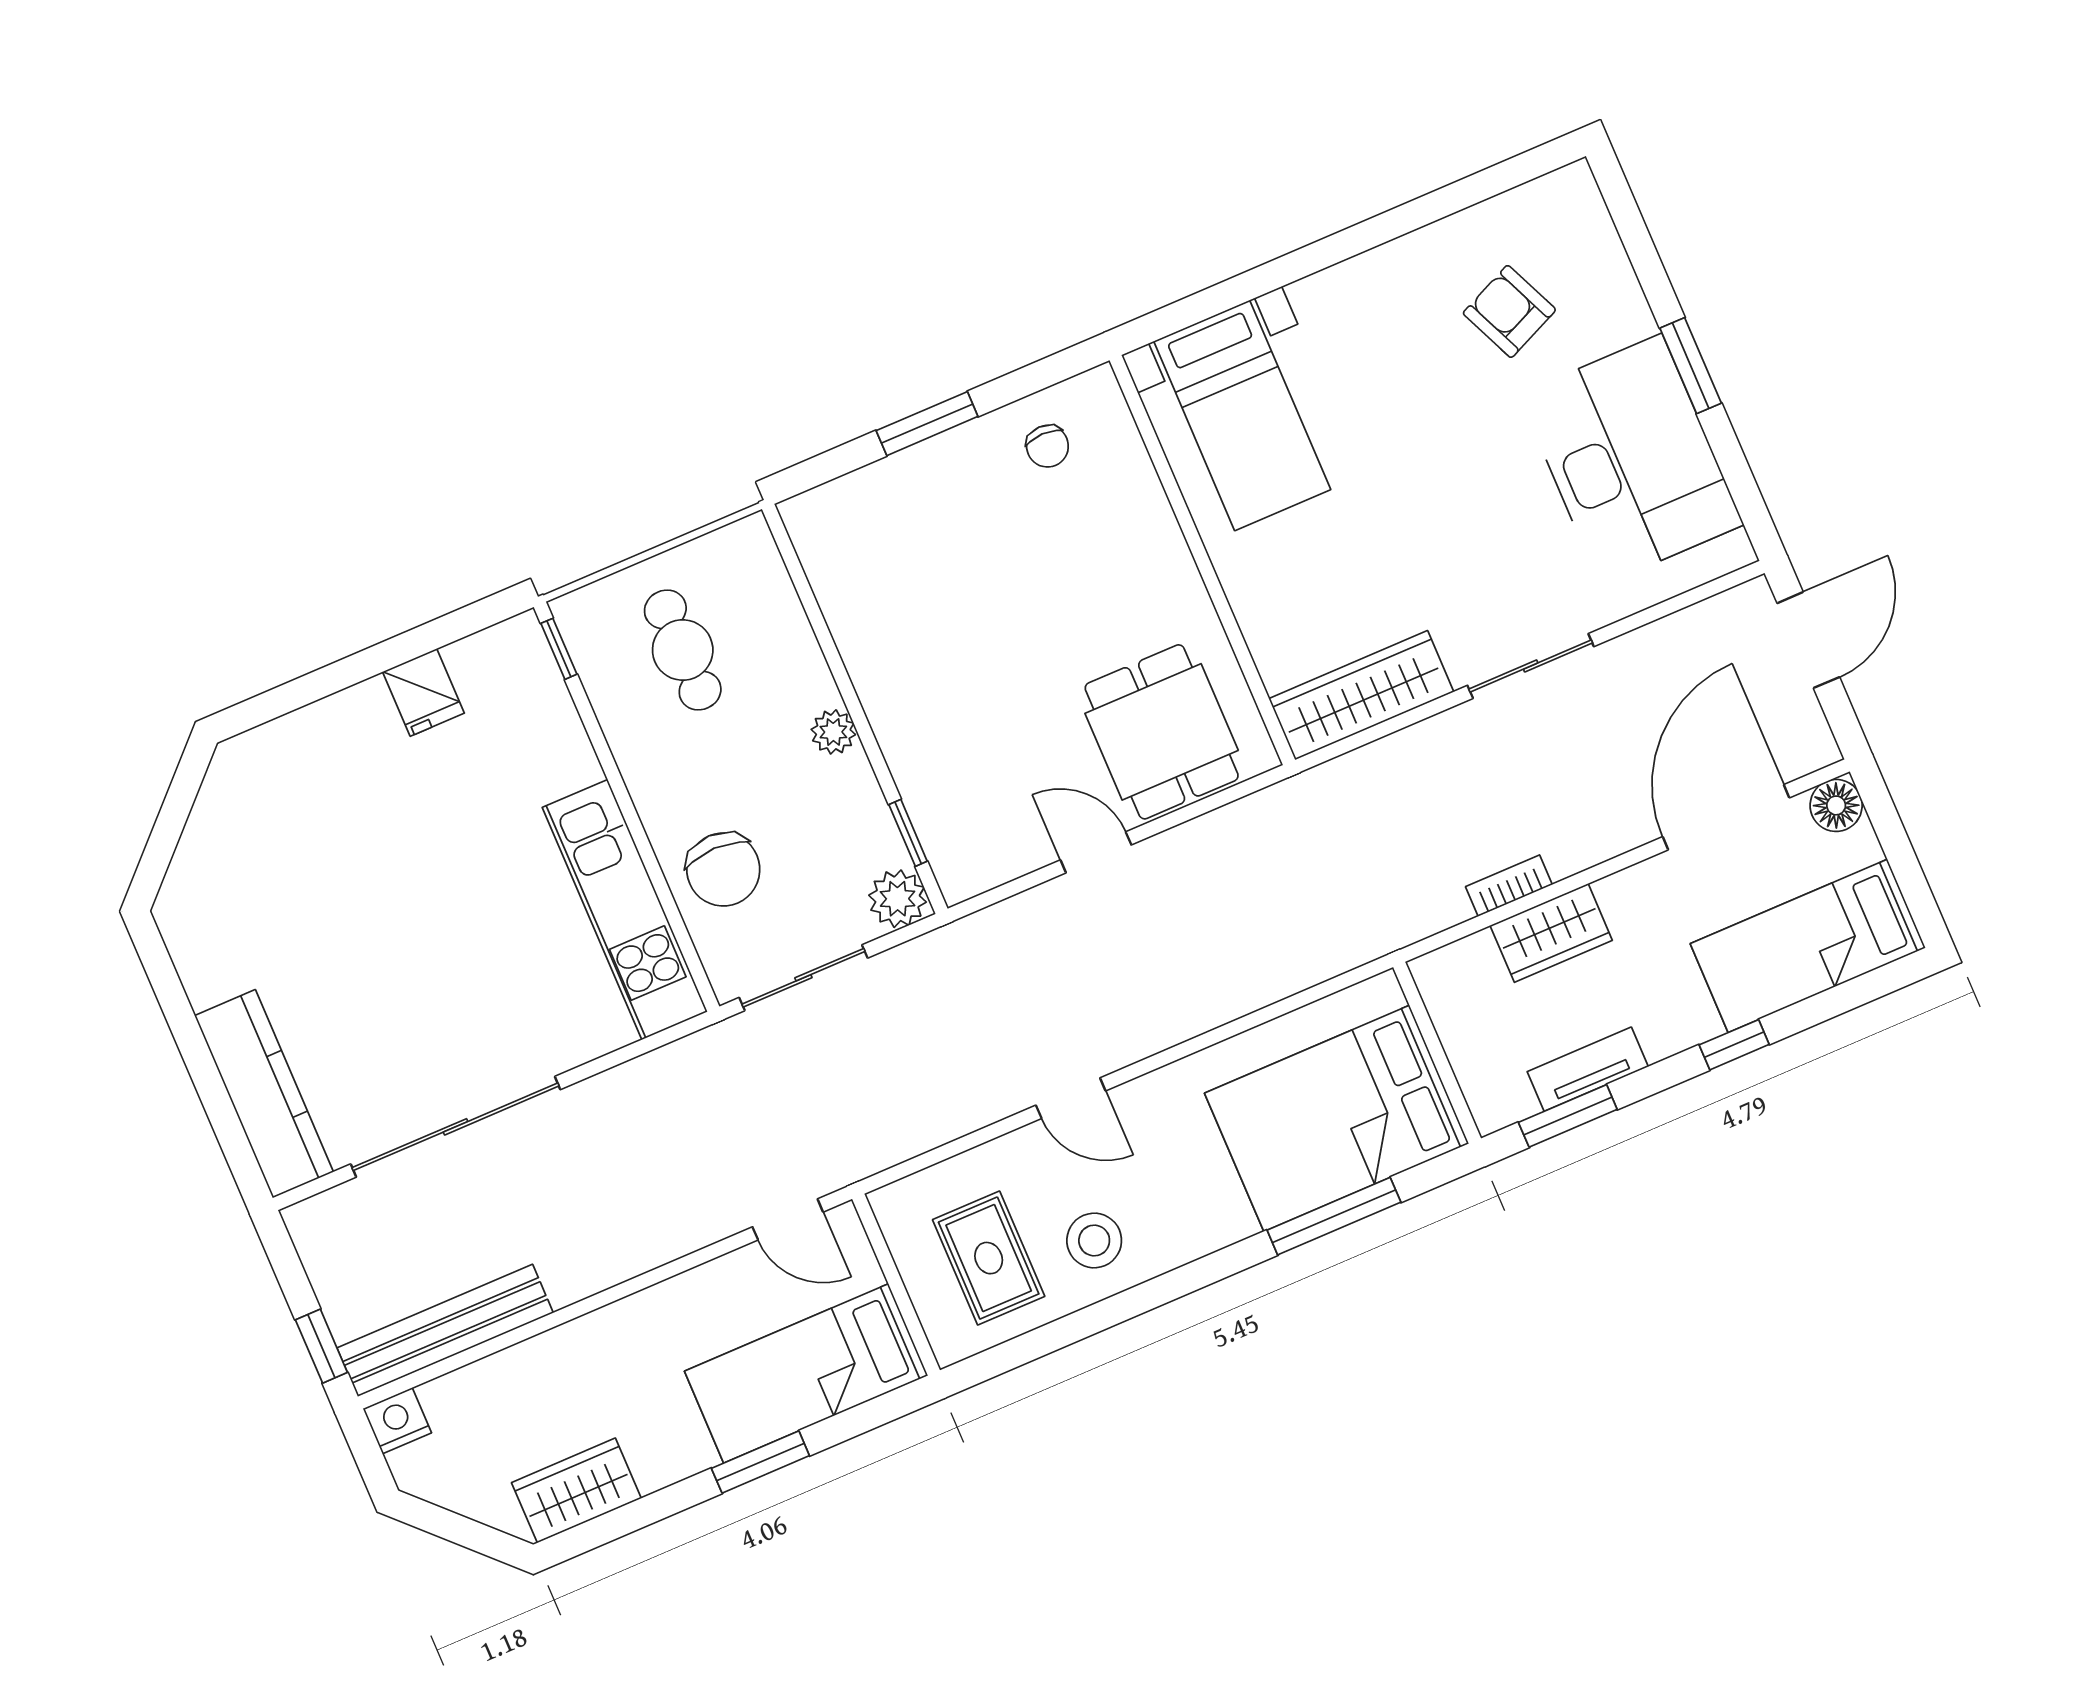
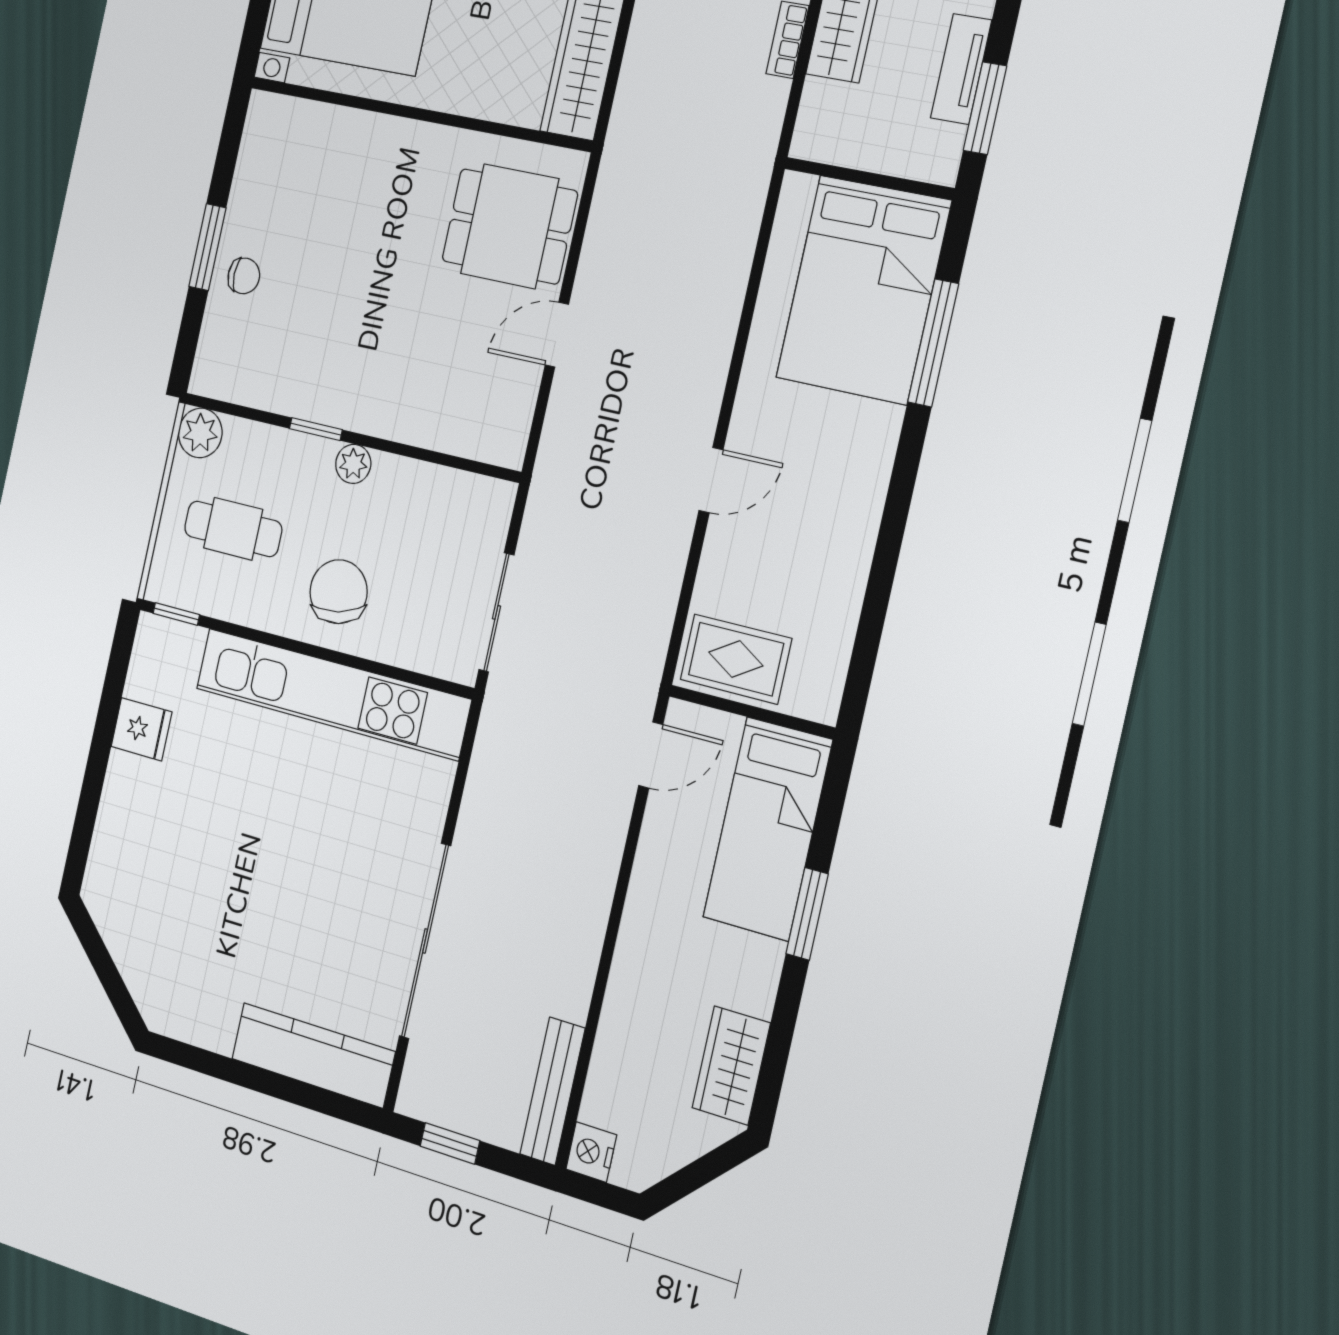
chair: (1047, 446) -> (244, 276), moved
window: (908, 833) -> (316, 429), moved
chair: (723, 870) -> (339, 592), moved, turned -103
plant: (898, 899) -> (200, 433), moved
kitchen unit: (625, 910) -> (332, 694), width x1.36
stool: (1094, 1241) -> (824, 539), removed
rug: (989, 1258) -> (736, 659), moved
bench: (445, 1330) -> (552, 1091), width x0.73, depth x0.82
window: (321, 1346) -> (450, 1143), moved

